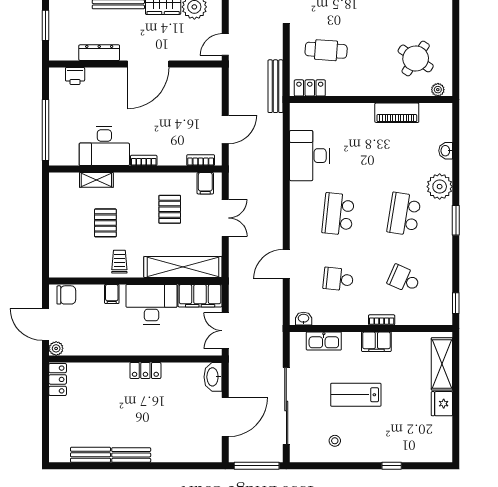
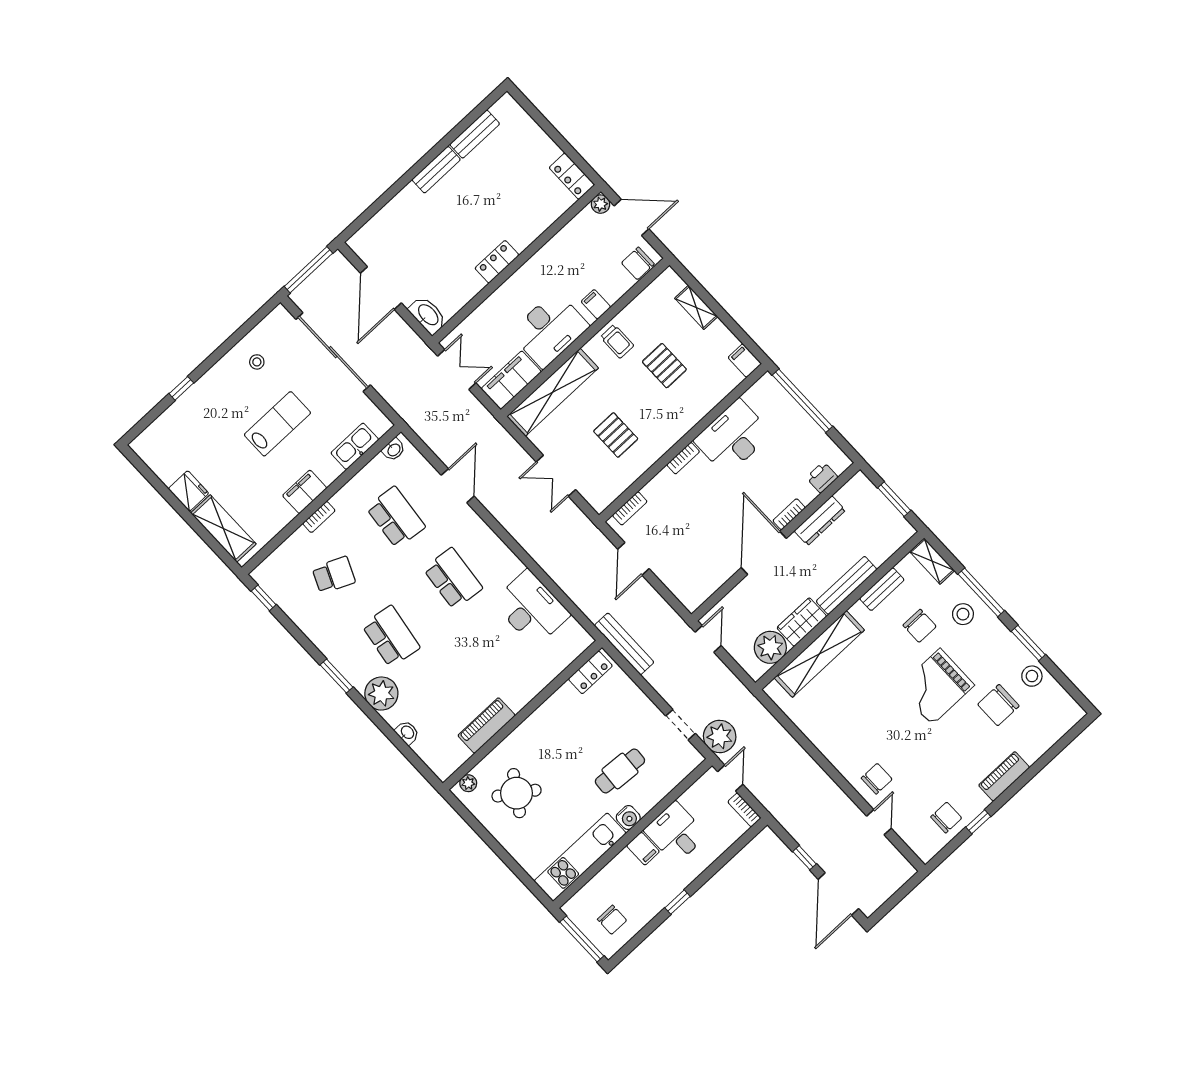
cafe table: (326, 50) -> (620, 771), moved
bookcase: (113, 73) -> (789, 514), added
shelving: (96, 180) -> (696, 307), moved, turned 90
filing cabinet: (205, 183) -> (745, 361), moved
school desk: (338, 279) -> (396, 517), width x1.85

